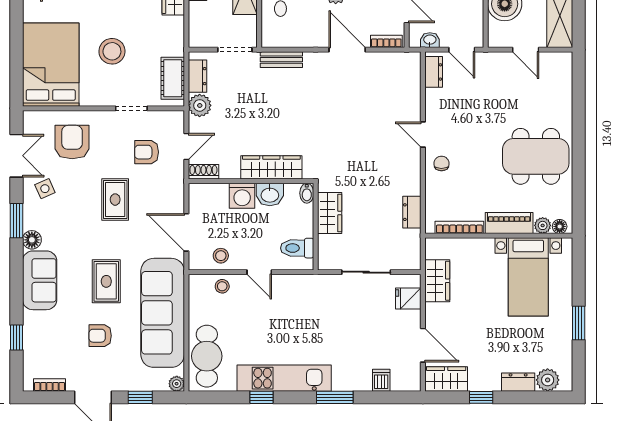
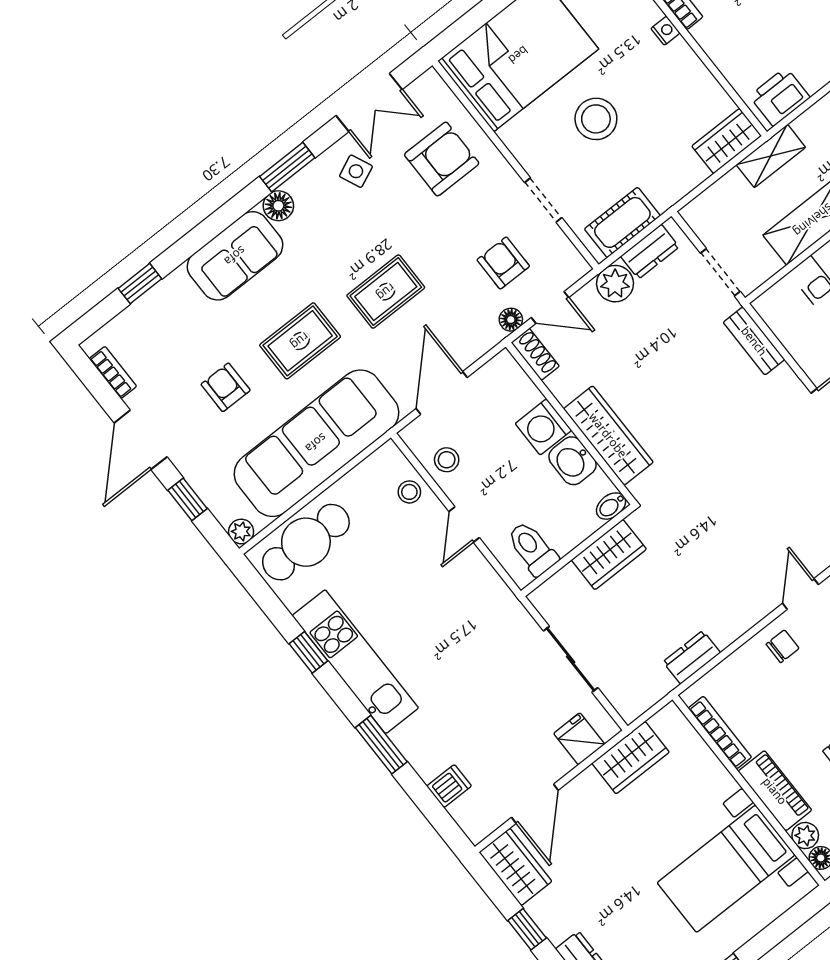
floor lamp: (177, 170) -> (511, 320), added
rug: (115, 200) -> (386, 292), moved

